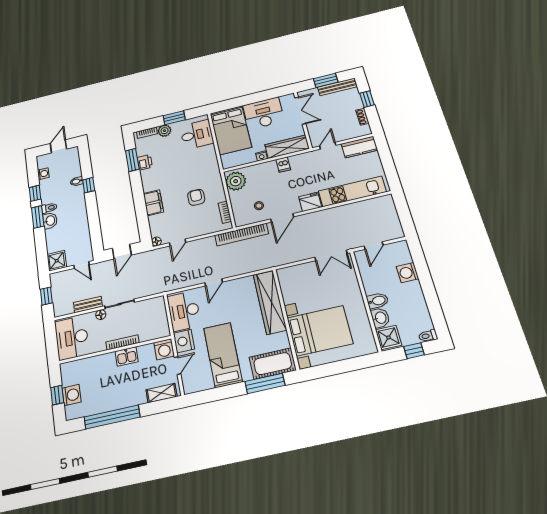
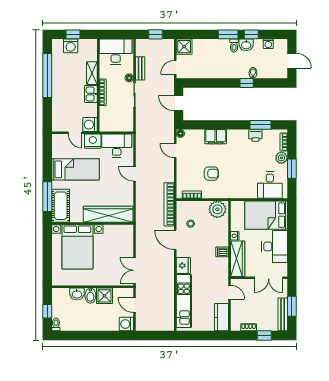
washbasin: (50, 221) -> (246, 45), moved
washing machine: (407, 273) -> (126, 324), moved, turned -90
shower: (389, 337) -> (104, 296), moved
shelving: (161, 393) -> (92, 73), moved

